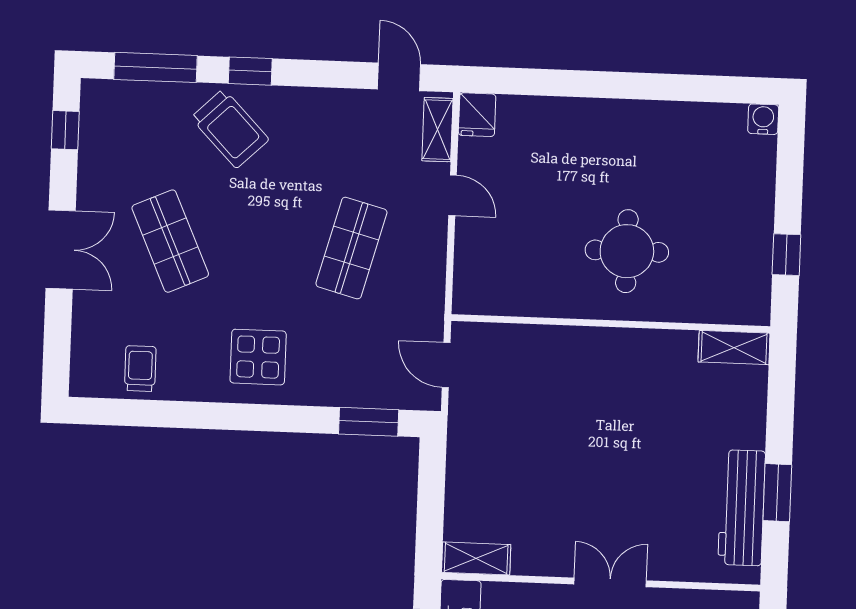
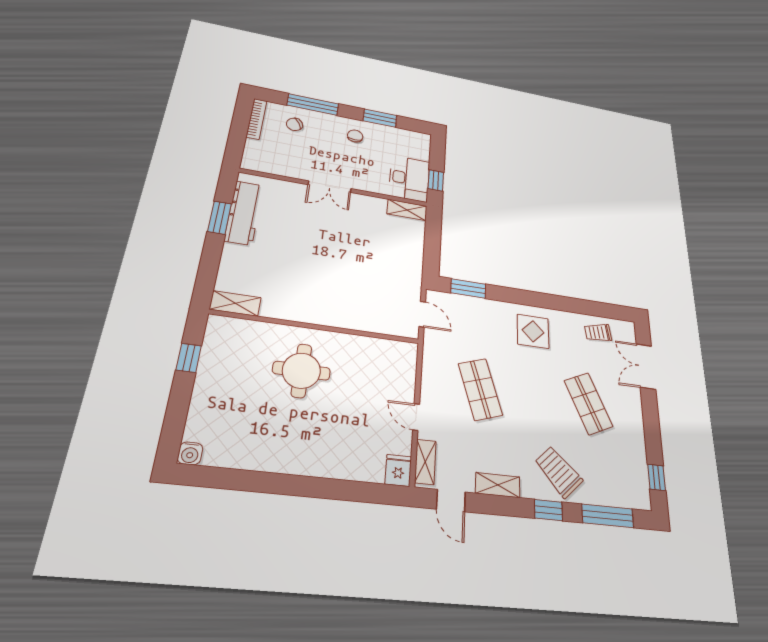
shelving: (328, 103) -> (498, 485), added
shop shelf: (351, 248) -> (480, 389), turned -33
double door: (61, 250) -> (646, 366), moved
trolley: (140, 369) -> (598, 332), turned 81

